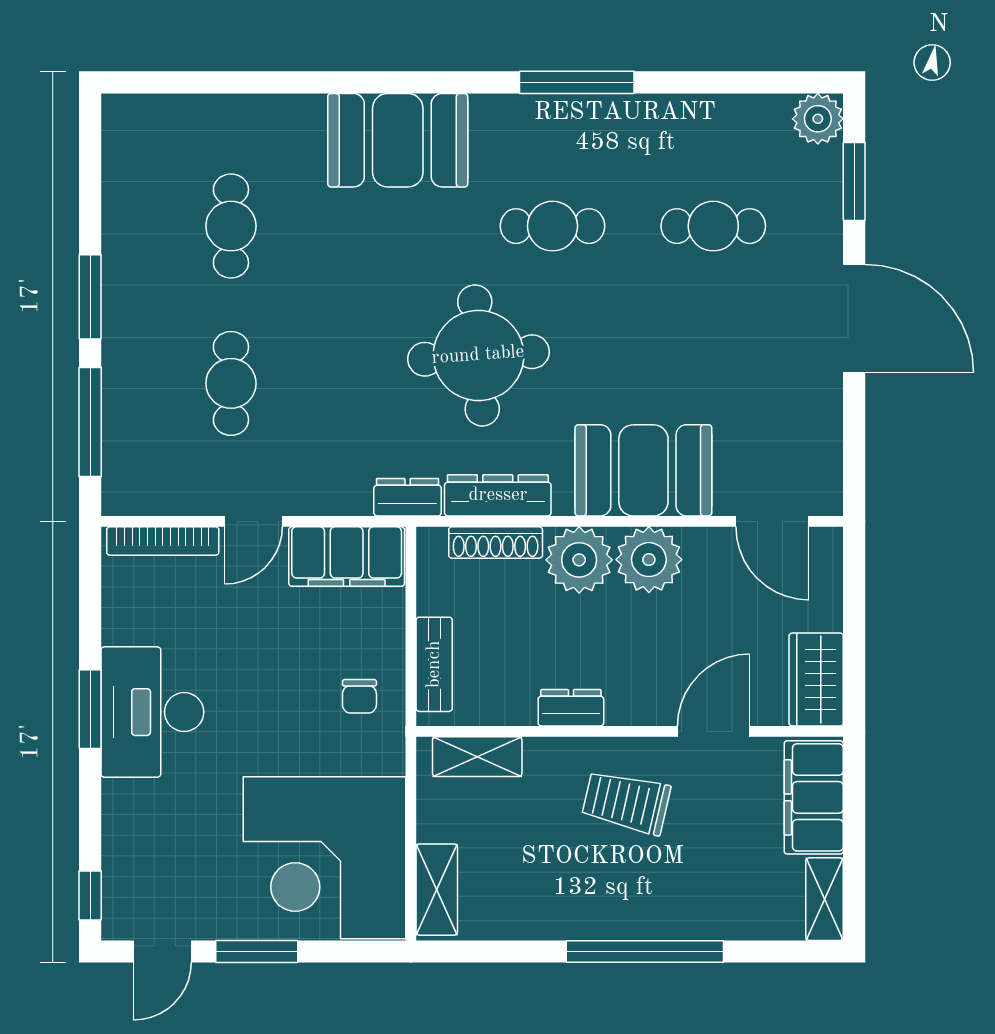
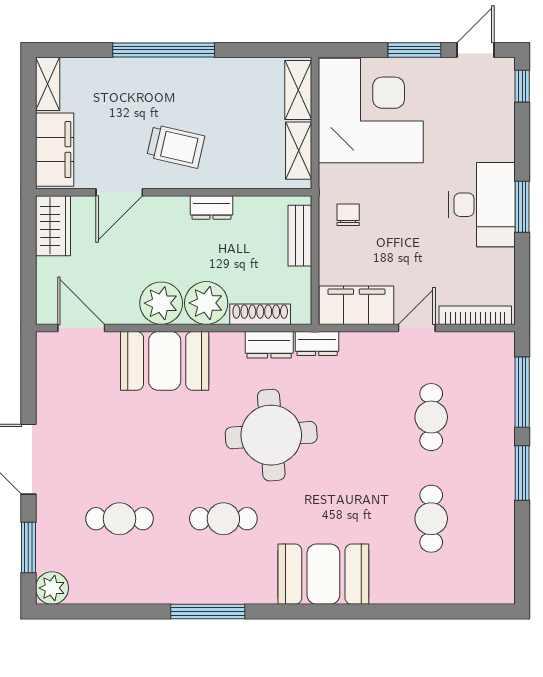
dresser: (498, 495) -> (269, 345), width x0.70
shelving: (477, 757) -> (299, 151), moved, turned 90

